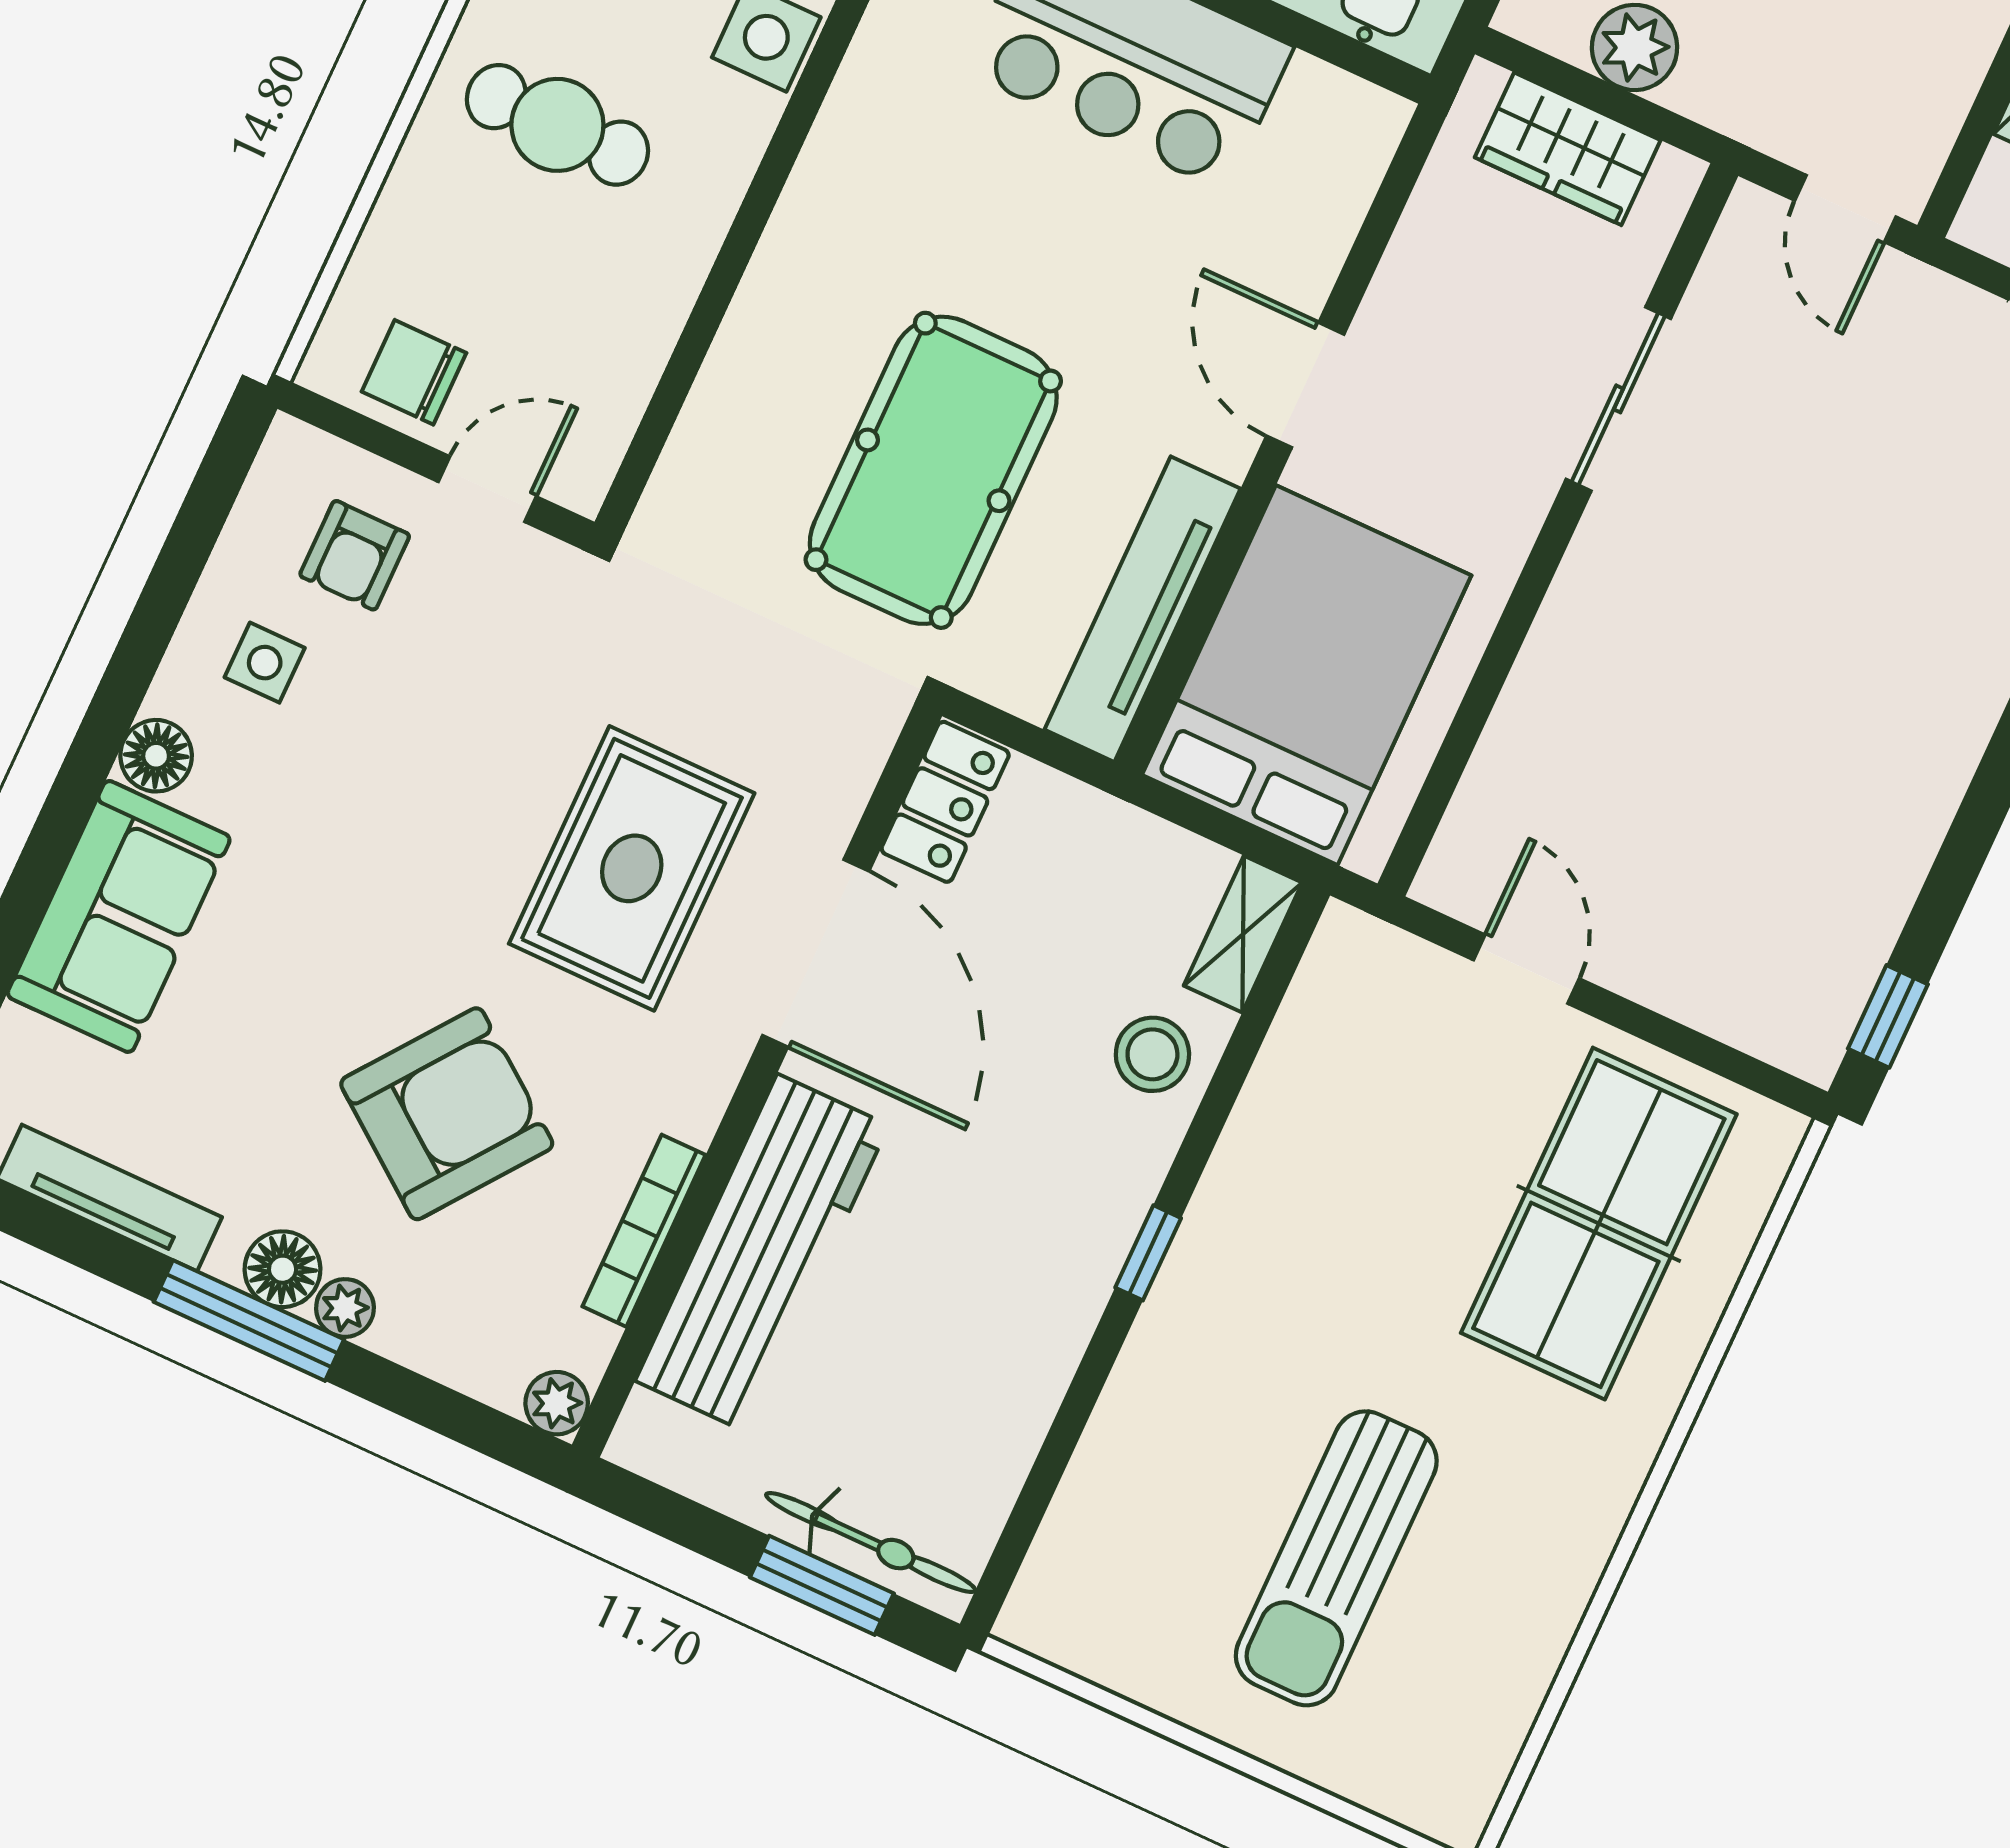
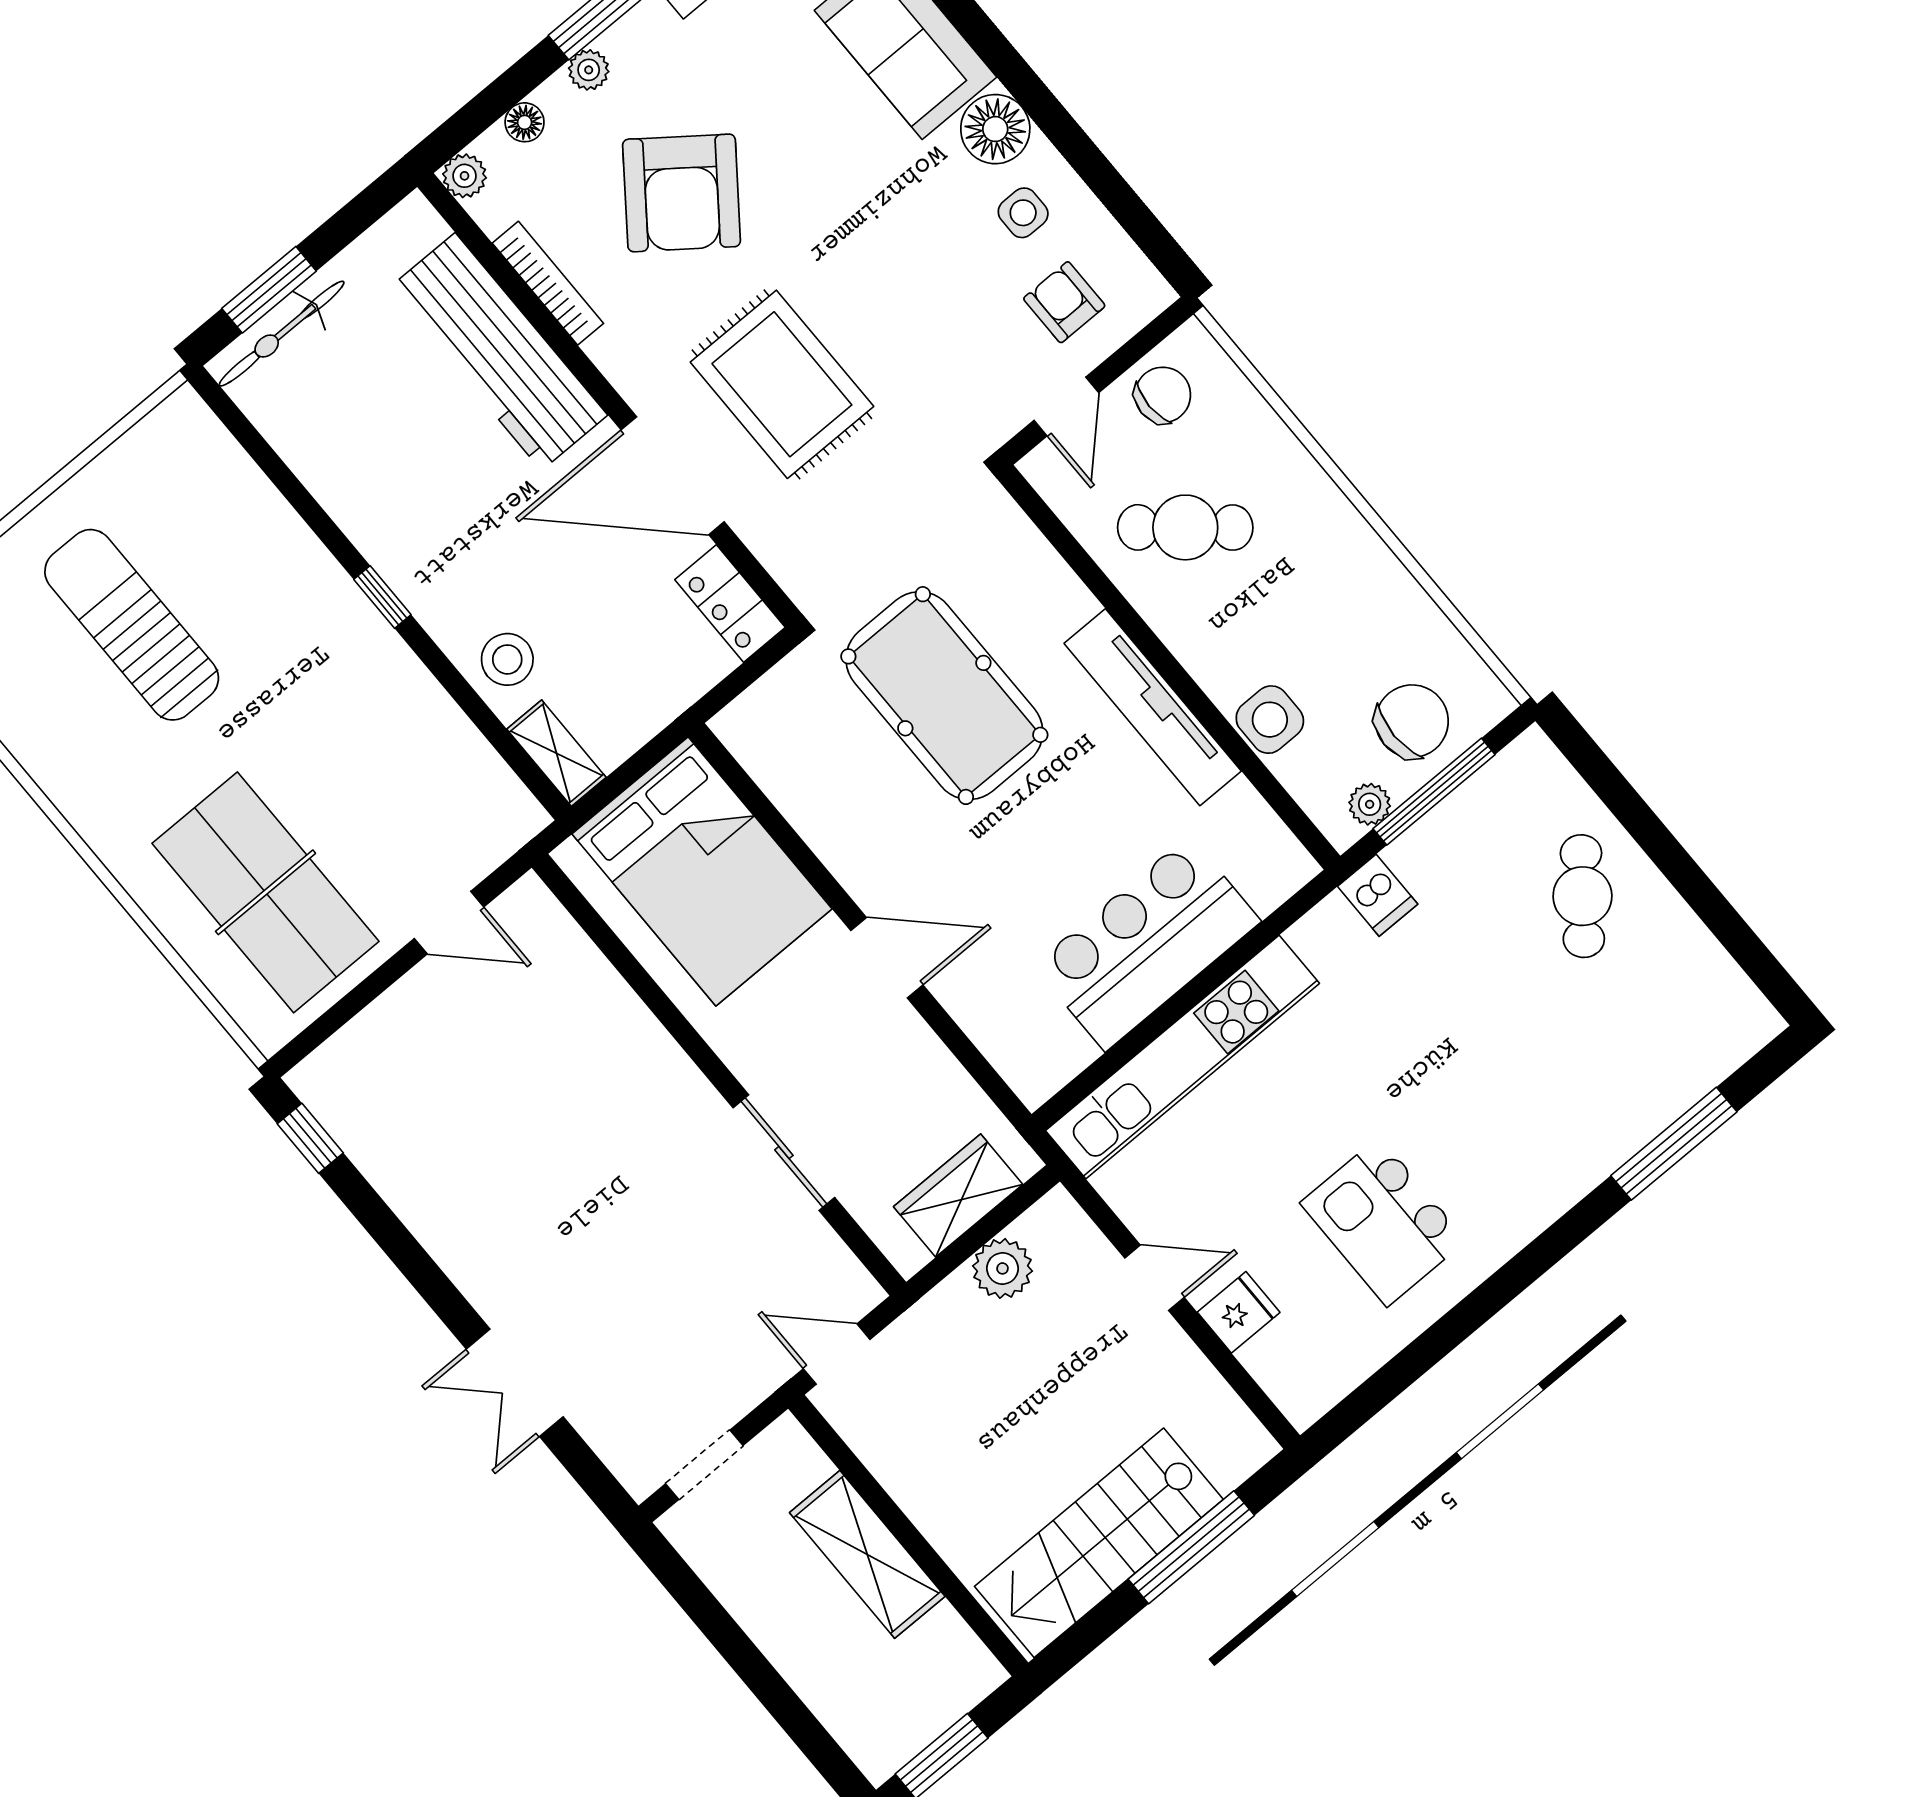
cafe table: (557, 125) -> (1185, 527), moved, turned 40
tv unit: (1142, 609) -> (1153, 707), moved, turned 180
floor lamp: (156, 756) -> (995, 129), width x1.38, depth x1.38
floor lamp: (283, 1269) -> (525, 122), moved, width x0.73, depth x0.73

